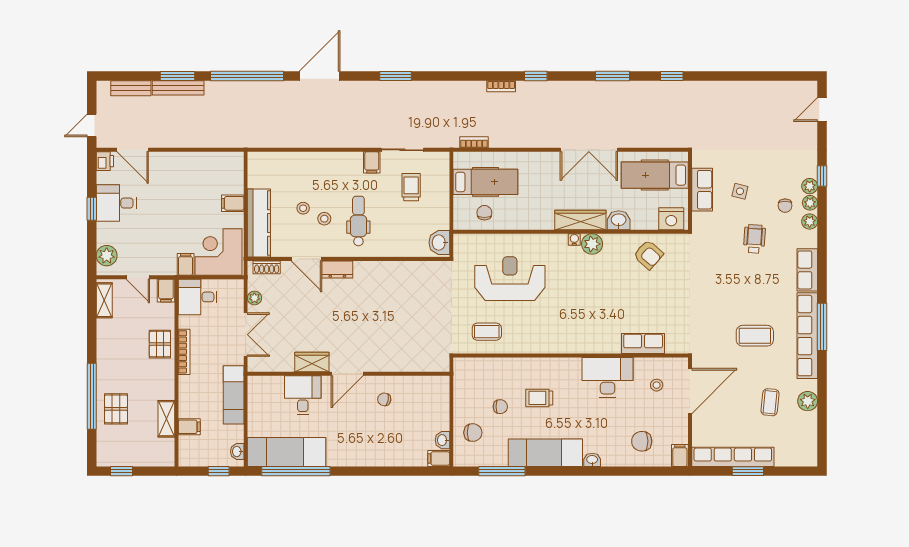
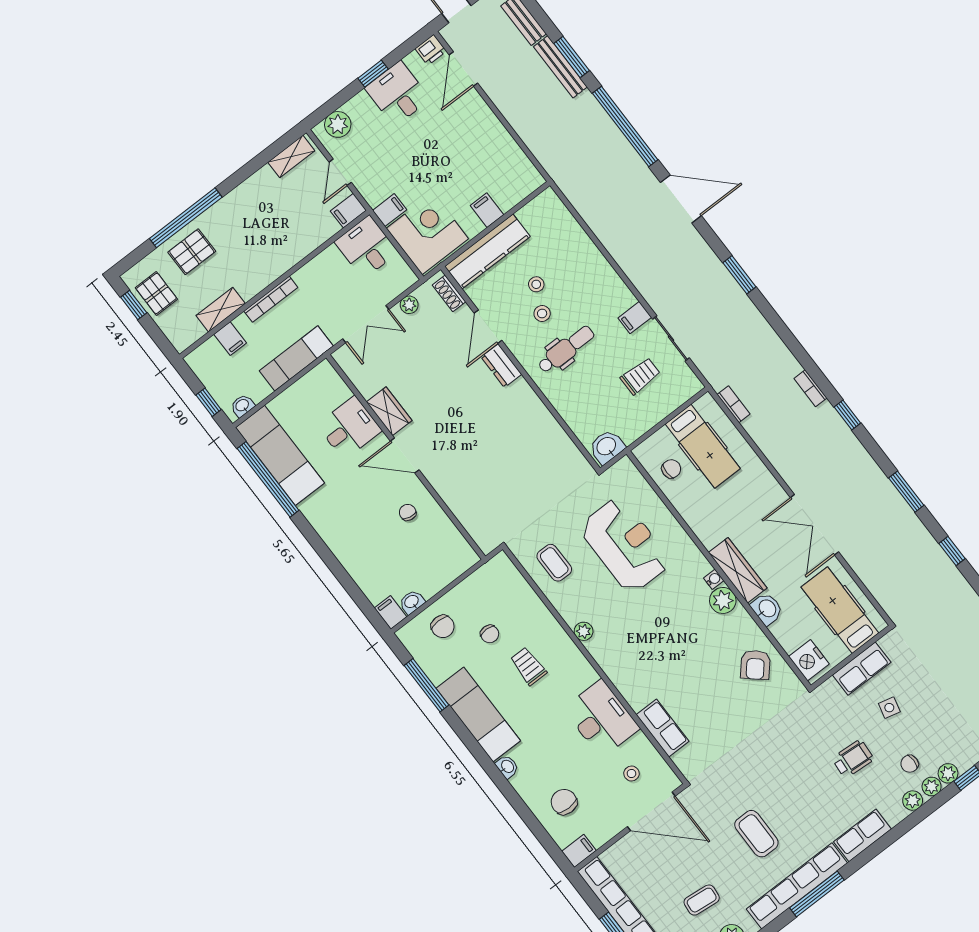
pallet: (160, 344) -> (156, 293), moved, turned 90
plant: (544, 346) -> (584, 631), added
bookcase: (184, 352) -> (271, 299), moved

